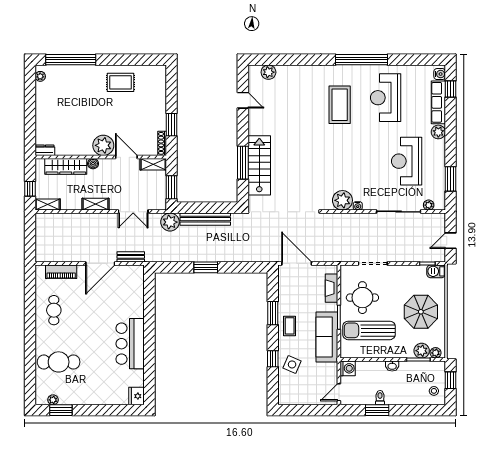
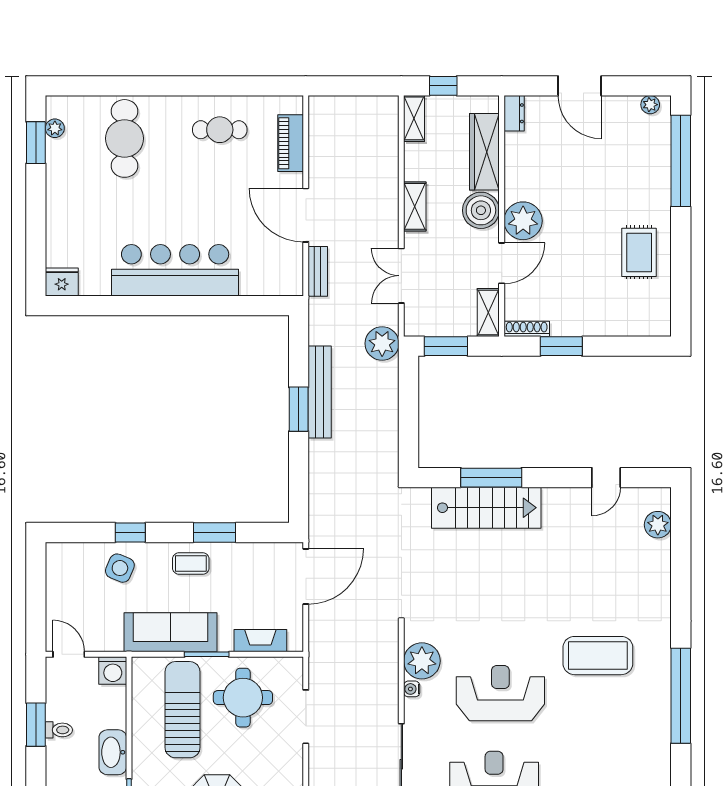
reception desk: (386, 98) -> (500, 693), moved
door: (30, 115) -> (580, 86), added
boiler: (93, 164) -> (481, 210), width x1.86, depth x1.86
bench: (205, 219) -> (320, 392), moved
bar counter: (130, 344) -> (175, 270), width x1.36
washbasin: (392, 366) -> (113, 752), width x1.91, depth x1.45

